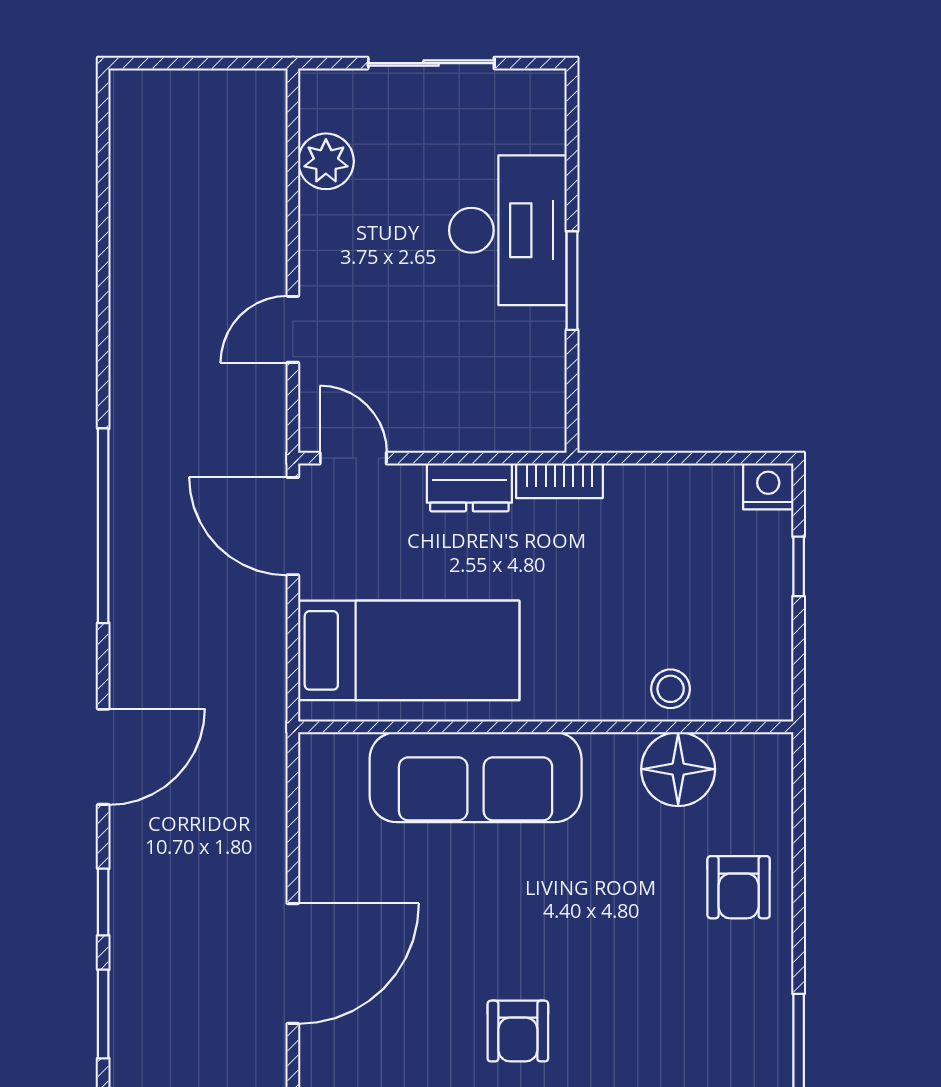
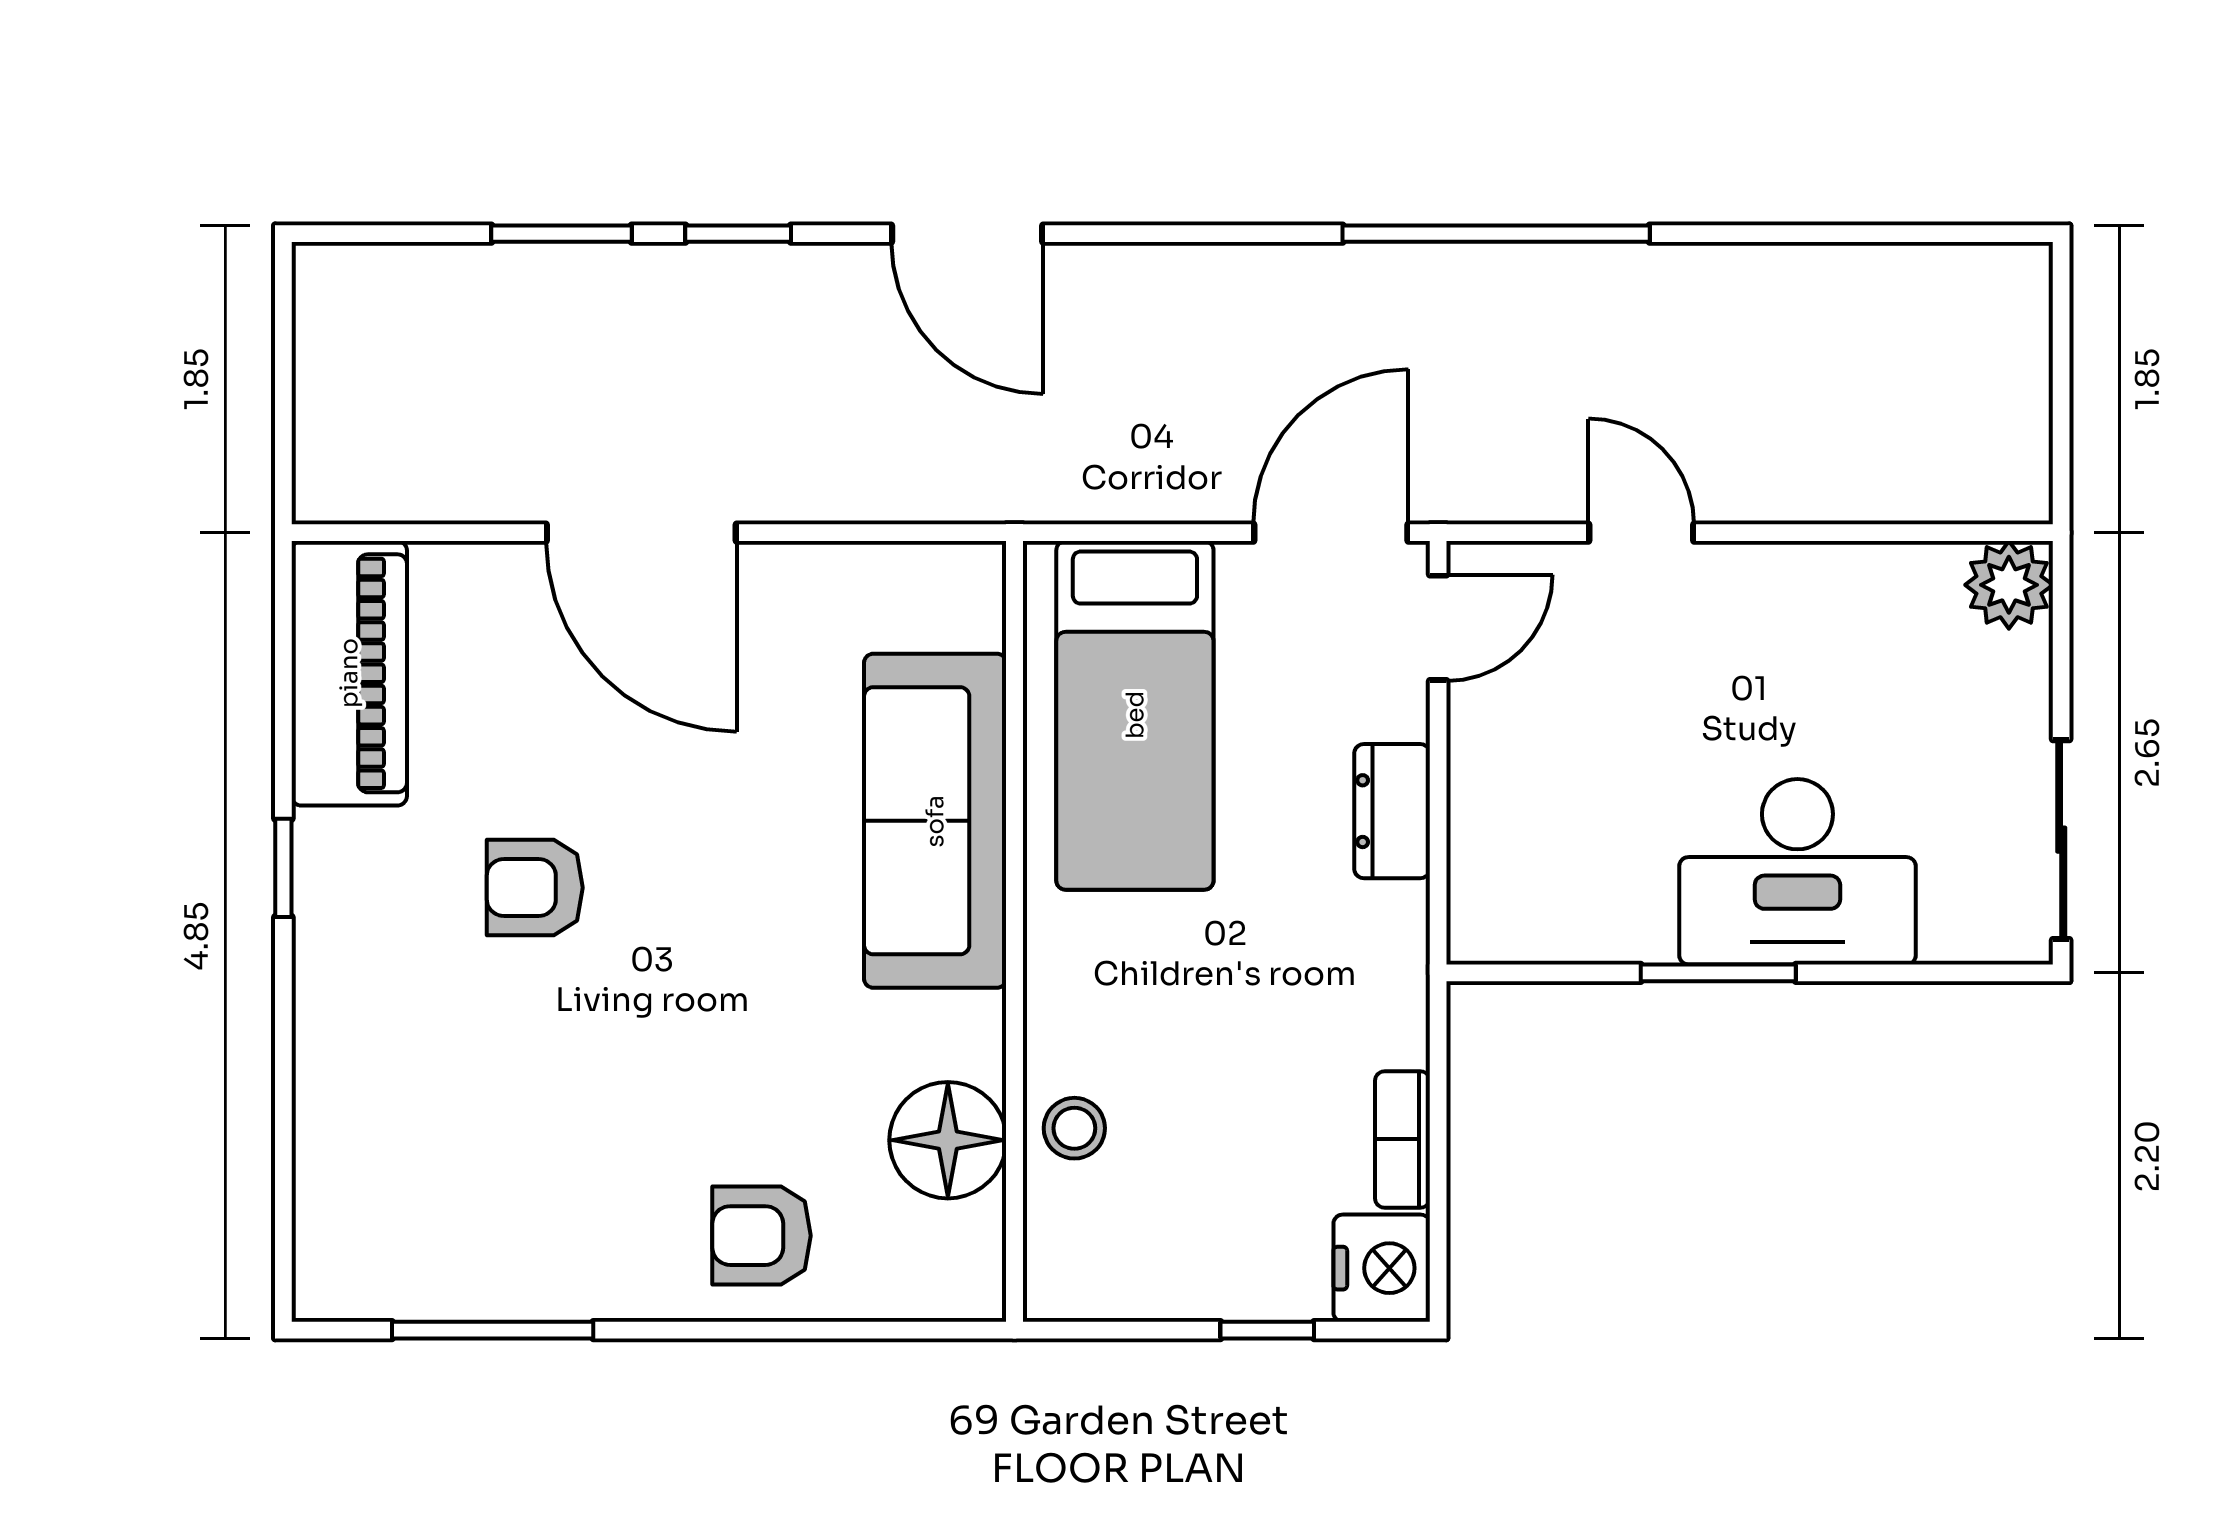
sliding door: (431, 63) -> (2061, 840), moved
plant: (326, 161) -> (2009, 585), moved
bookcase: (560, 481) -> (1403, 1139), moved
nightstand: (768, 486) -> (1382, 1268), width x1.36, depth x1.33
window: (103, 526) -> (1496, 234), moved

